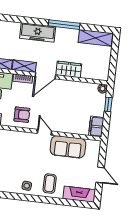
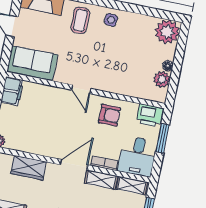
wardrobe: (69, 69) -> (29, 168), moved
armchair: (22, 115) -> (109, 115), turned 180
sofa: (68, 147) -> (32, 63), moved

